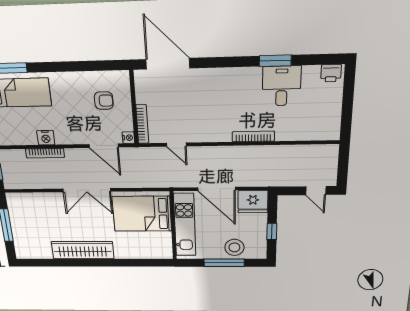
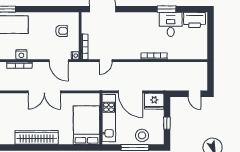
printer: (331, 73) -> (194, 20), width x1.87, depth x1.48
door: (176, 145) -> (106, 61), hinge flipped
bed: (142, 214) -> (87, 125), moved, turned 90

